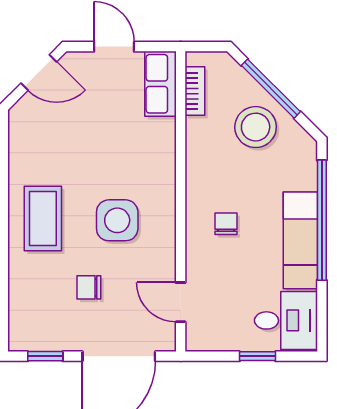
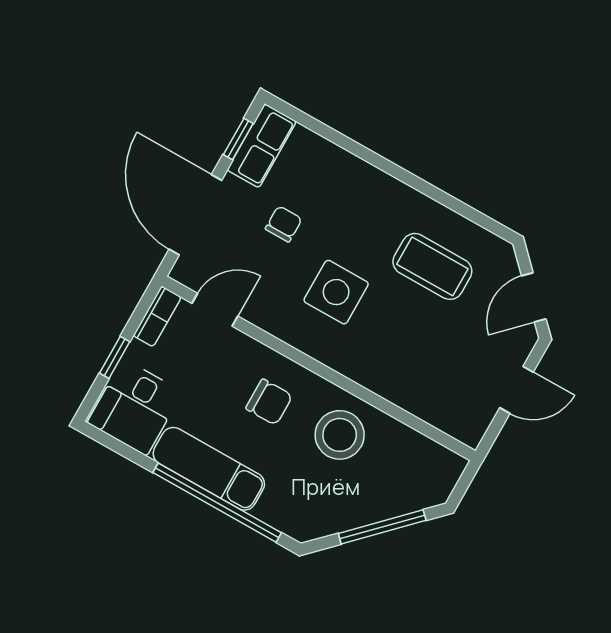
row of seats: (161, 84) -> (262, 146), moved, turned 90
bookcase: (195, 91) -> (157, 316), moved, turned -90
stool: (256, 127) -> (340, 435), moved
coffee table: (43, 218) -> (432, 266), moved
chair: (226, 224) -> (269, 402), width x1.37, depth x1.37

